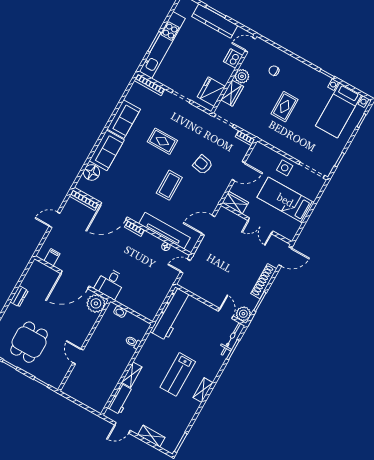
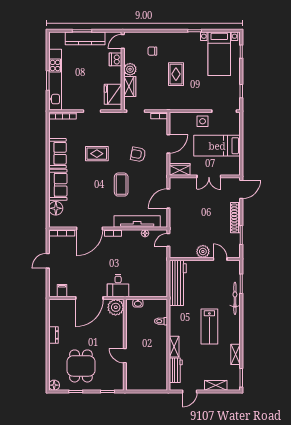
plant: (243, 314) -> (203, 251), moved
bicycle: (231, 339) -> (235, 298), moved
shelving: (203, 390) -> (236, 354), moved

